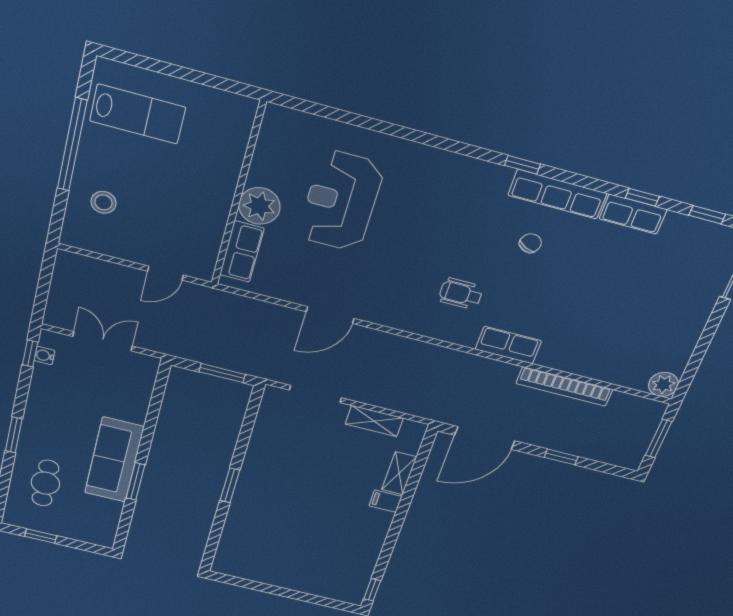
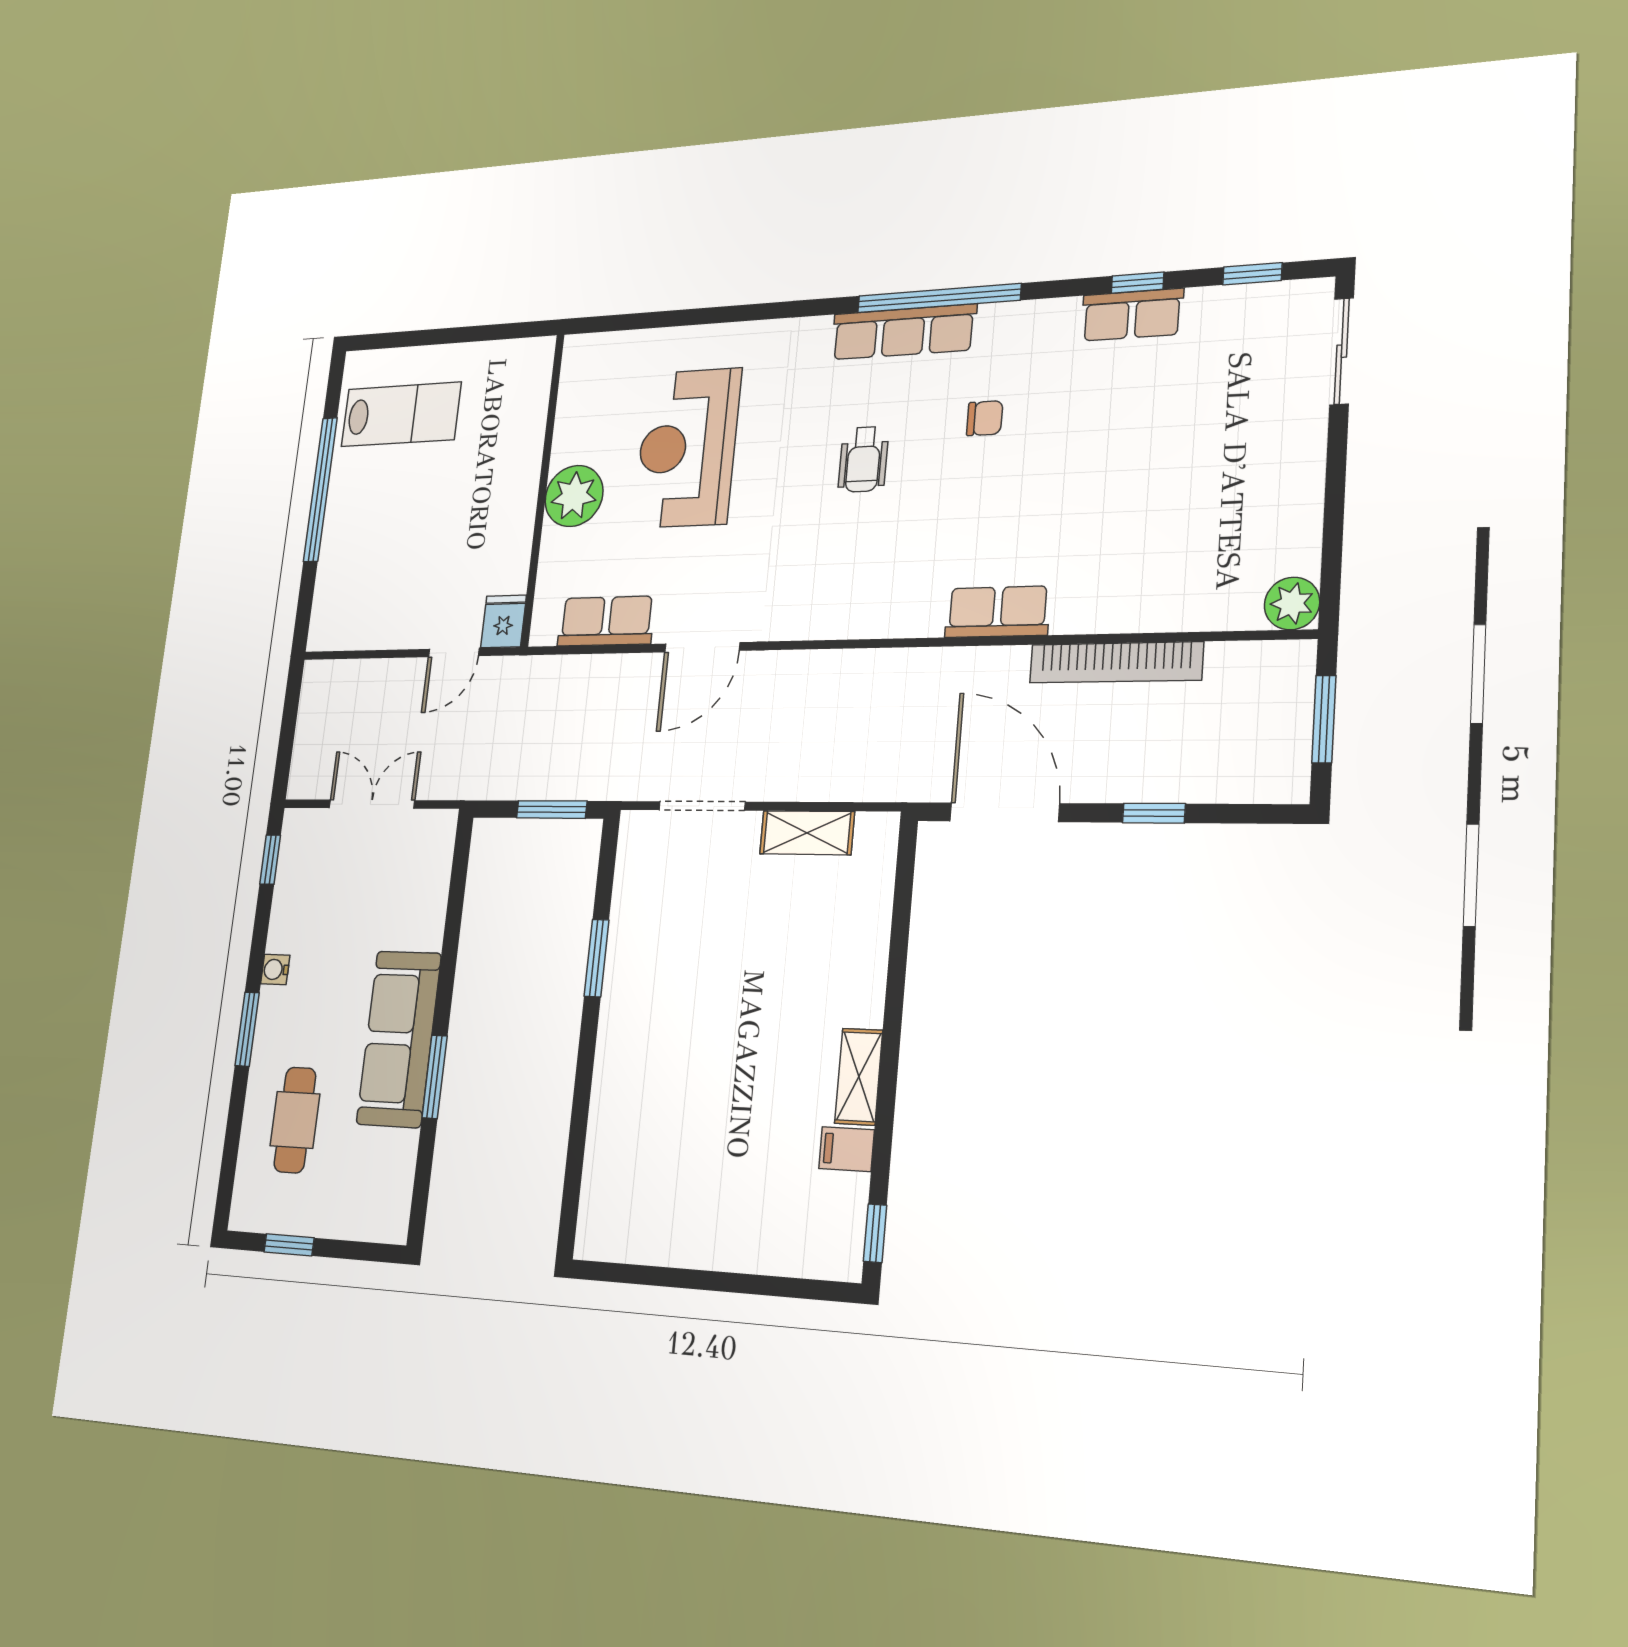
window: (522, 165) -> (939, 298), width x3.17
row of seats: (557, 194) -> (903, 332), moved
stool: (104, 202) -> (364, 564), removed
chair: (530, 243) -> (985, 418), turned 64
row of seats: (242, 252) -> (606, 621), moved, turned -90
fridge: (202, 265) -> (504, 621), added
wheelchair: (461, 294) -> (863, 459), moved, turned -90
water cooler: (44, 356) -> (275, 970), moved
door: (485, 438) -> (1004, 812), swing flipped
shelving: (399, 473) -> (859, 1077), moved
window: (230, 485) -> (597, 958), moved
filing cabinet: (385, 501) -> (847, 1149), moved

